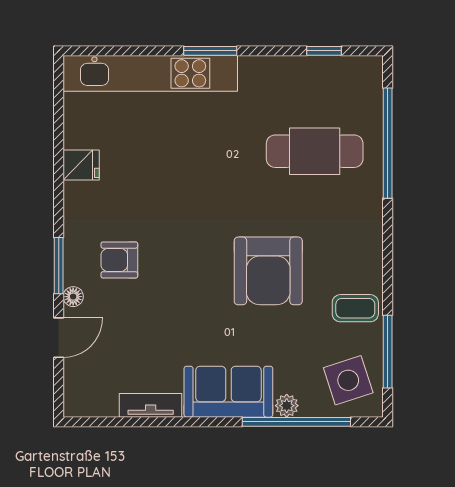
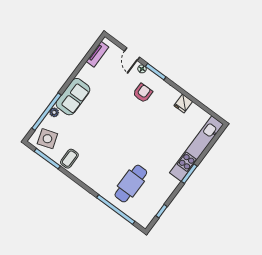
armchair: (268, 271) -> (103, 139), removed
tv unit: (151, 405) -> (97, 54), moved

